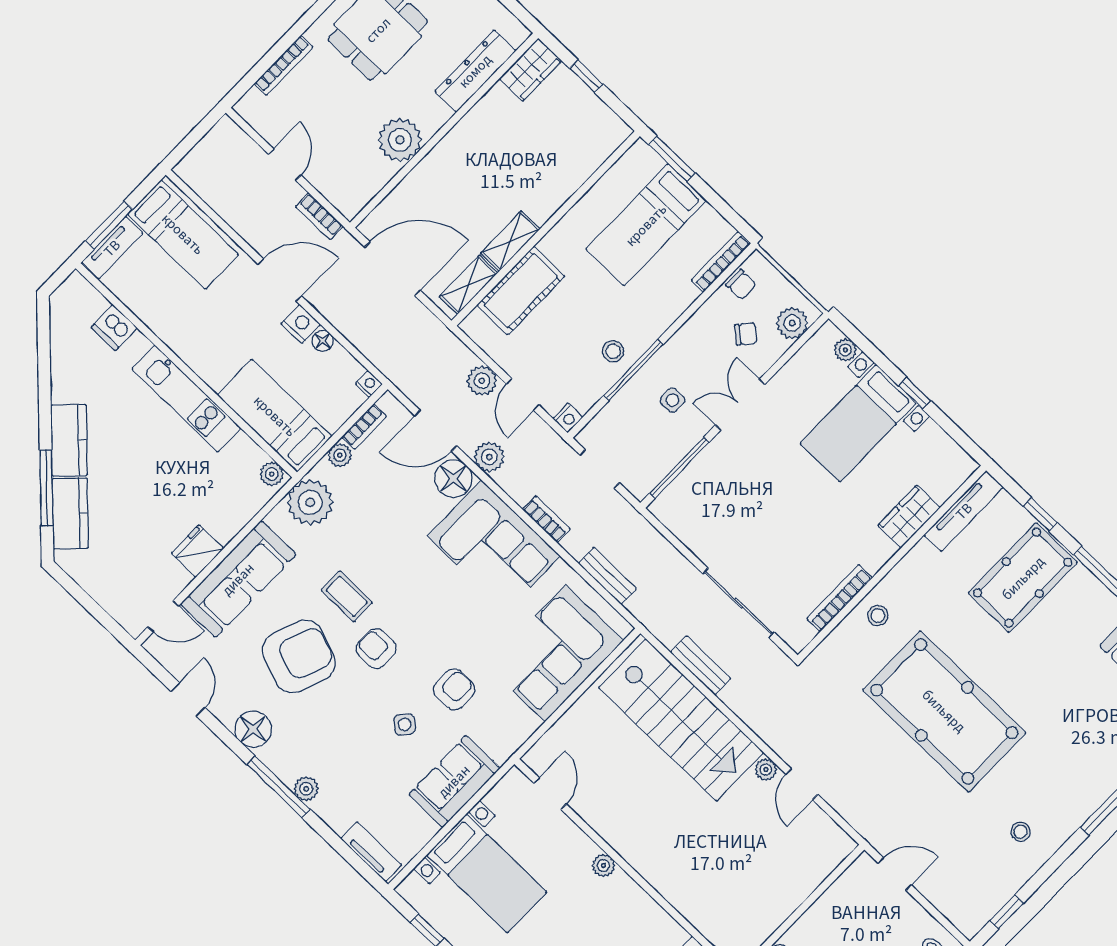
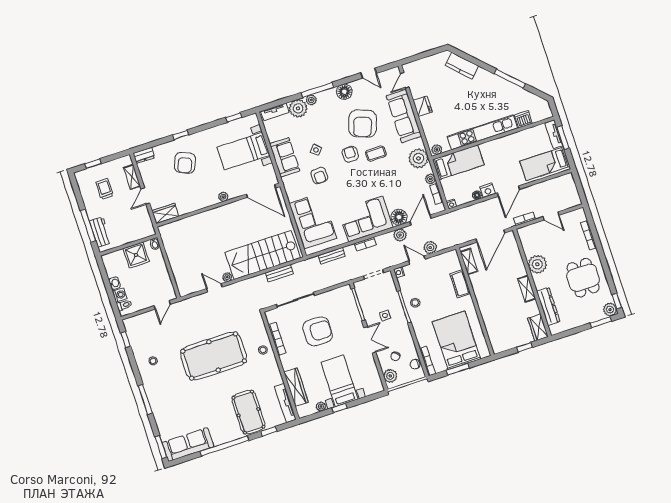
window: (672, 159) -> (458, 369), moved
bed: (646, 225) -> (456, 340), width x1.50
shelving: (510, 241) -> (527, 289), moved
cot: (521, 291) -> (460, 284), width x0.73, depth x0.75
plant: (845, 350) -> (321, 407), moved
kitchen unit: (186, 399) -> (482, 132), width x1.36
kitchen counter: (69, 440) -> (490, 80), removed
window: (46, 488) -> (510, 79), moved
wardrobe: (909, 516) -> (296, 387), width x1.50
armchair: (779, 523) -> (318, 331), added
armchair: (376, 649) -> (350, 154), turned -90
door: (550, 794) -> (261, 191), width x1.88
plant: (338, 807) -> (298, 108), added

